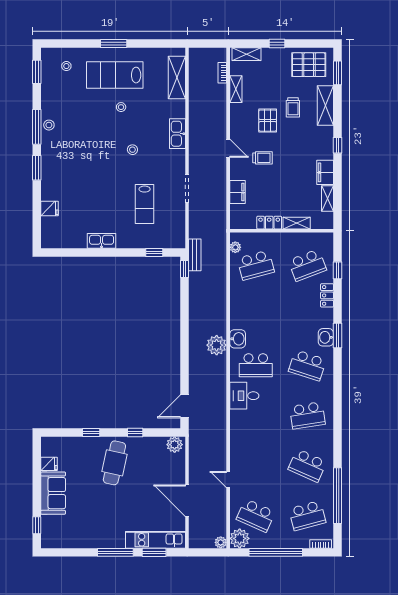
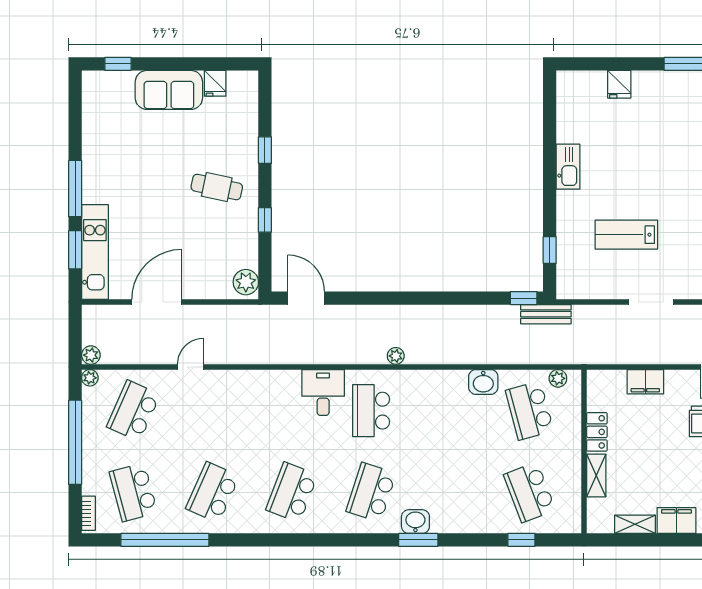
locker: (327, 295) -> (482, 523), removed
washbasin: (238, 339) -> (483, 382), moved
plant: (217, 345) -> (396, 356), width x0.53, depth x0.53
school desk: (307, 415) -> (292, 492), turned 30
cafe table: (114, 463) -> (217, 187), width x0.73, depth x0.74
plant: (240, 538) -> (90, 378), width x0.53, depth x0.53

